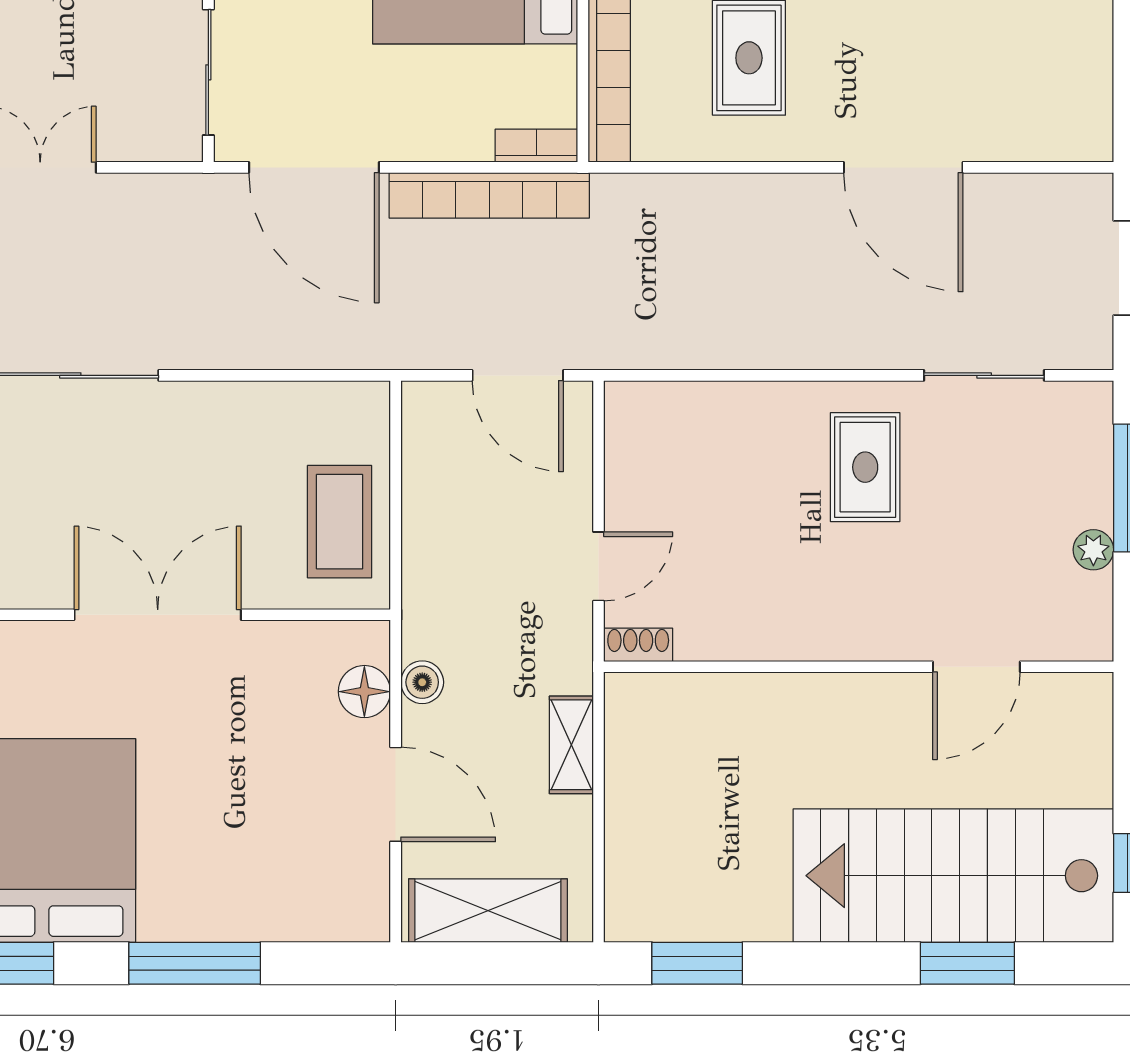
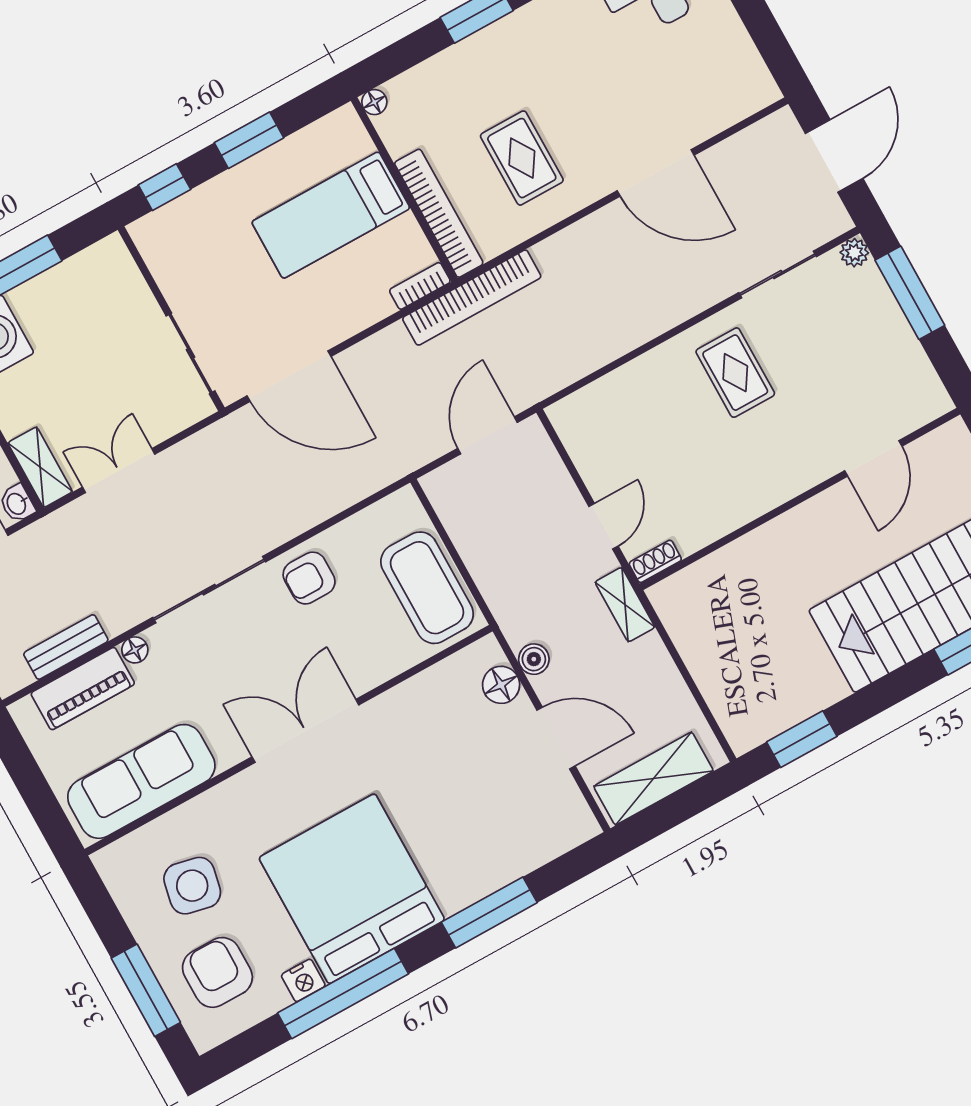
bookcase: (489, 195) -> (472, 298), moved
door: (518, 375) -> (487, 435), swing flipped
armchair: (201, 429) -> (309, 578), added
coffee table: (340, 522) -> (427, 588), width x1.36, depth x1.32
plant: (1093, 550) -> (854, 253), moved
double door: (158, 615) -> (305, 731), moved
shelving: (571, 745) -> (625, 605), moved

